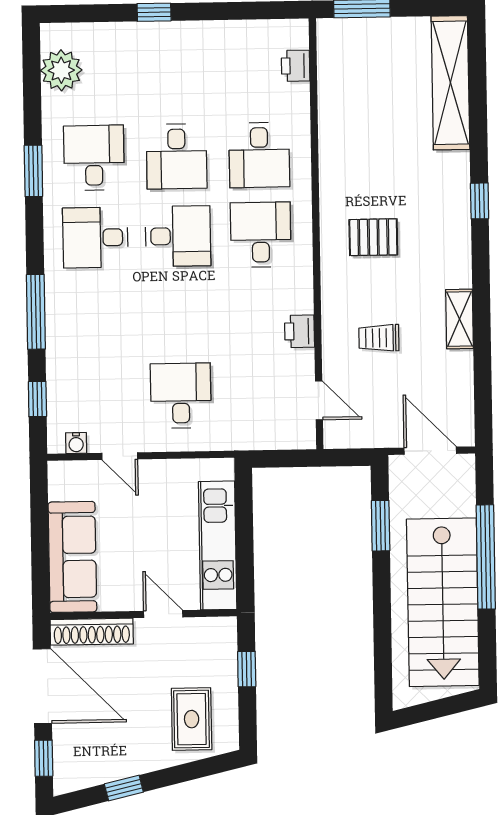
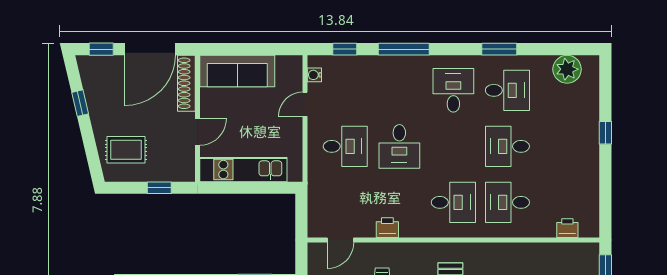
desk: (178, 236) -> (399, 146), moved

